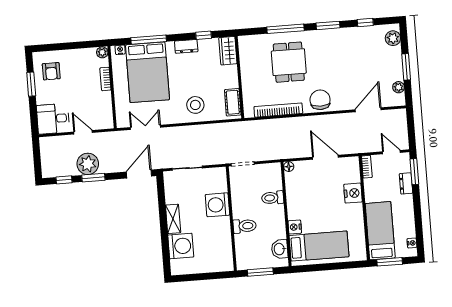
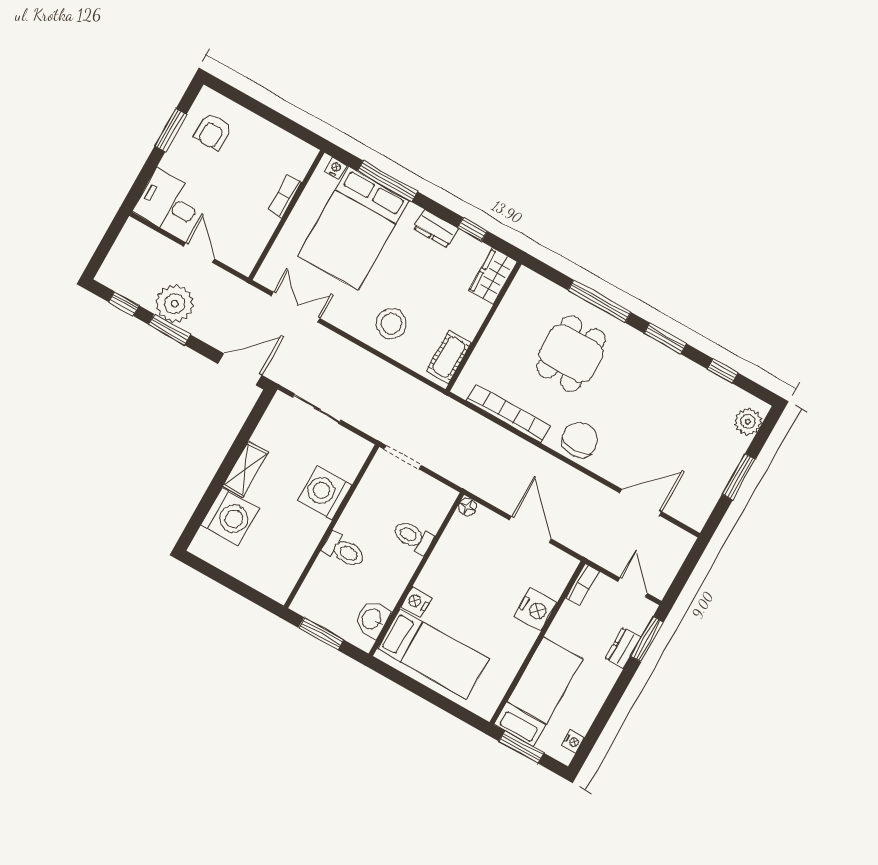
plant: (102, 52) -> (307, 154), removed
plant: (399, 87) -> (708, 499), removed

